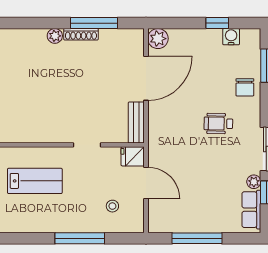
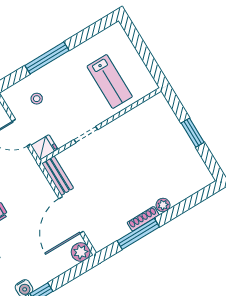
lab bench: (35, 181) -> (110, 81), turned -90

